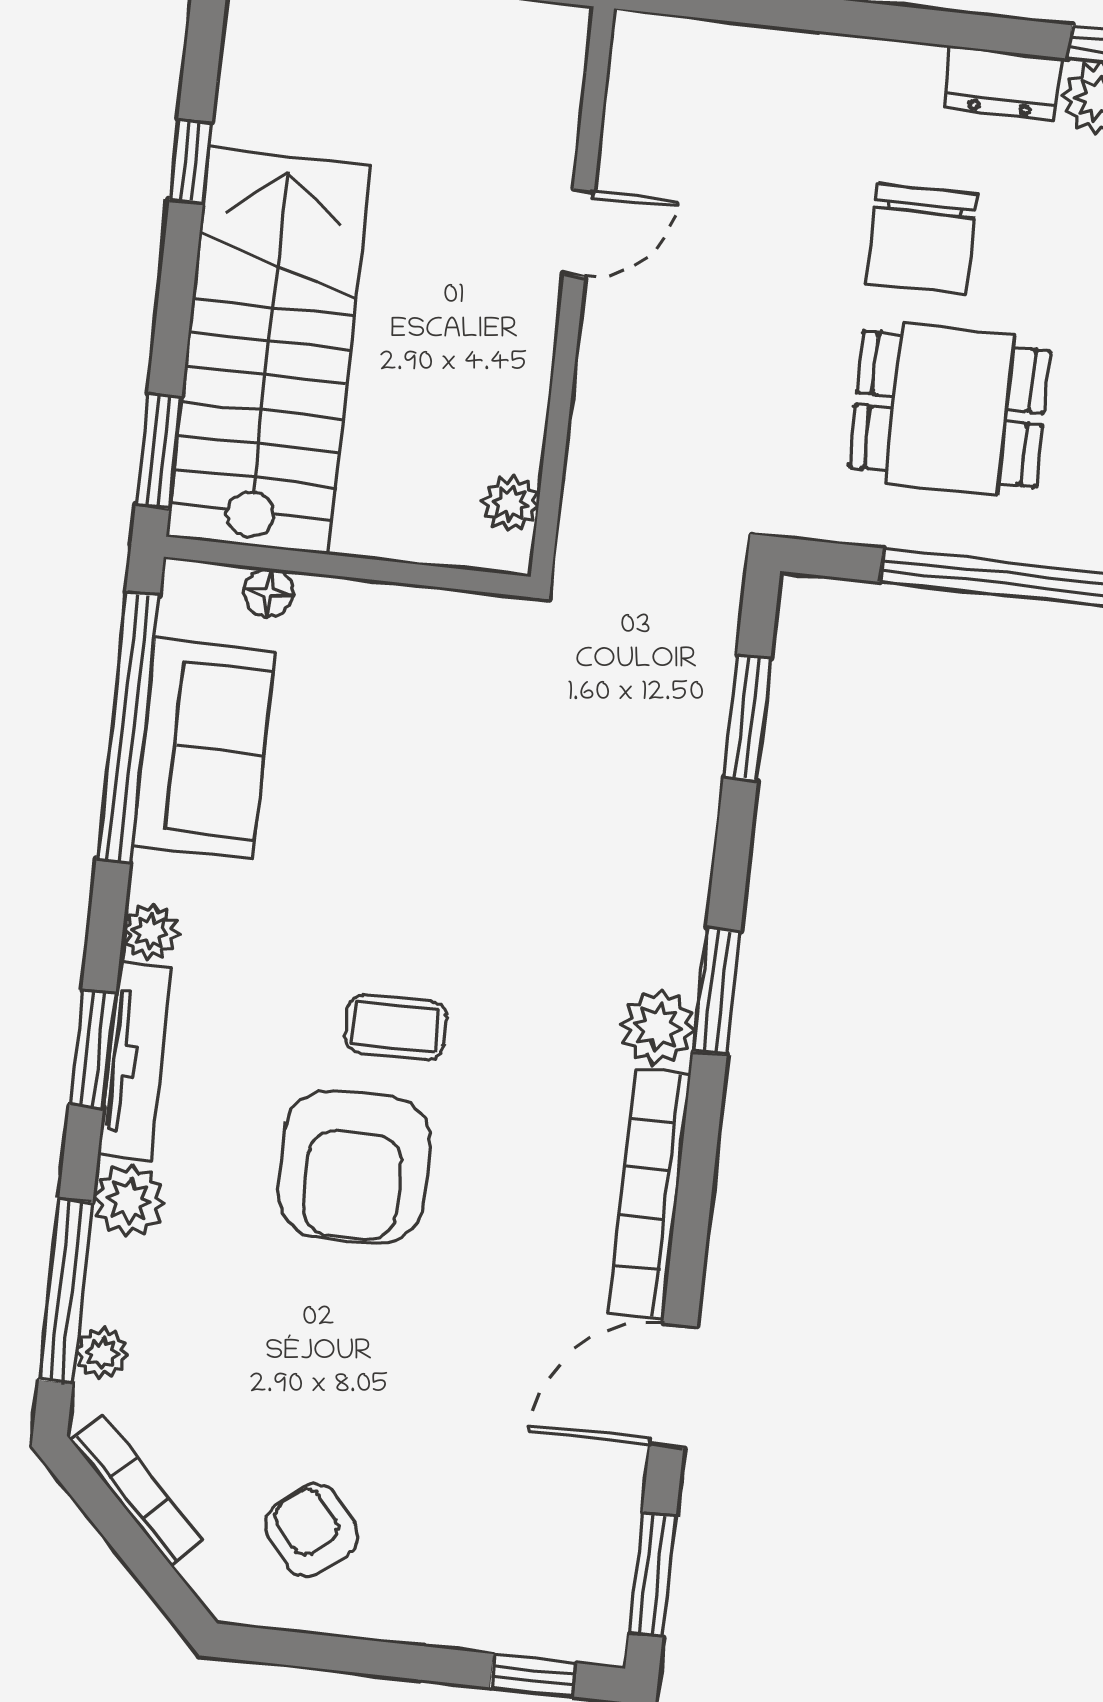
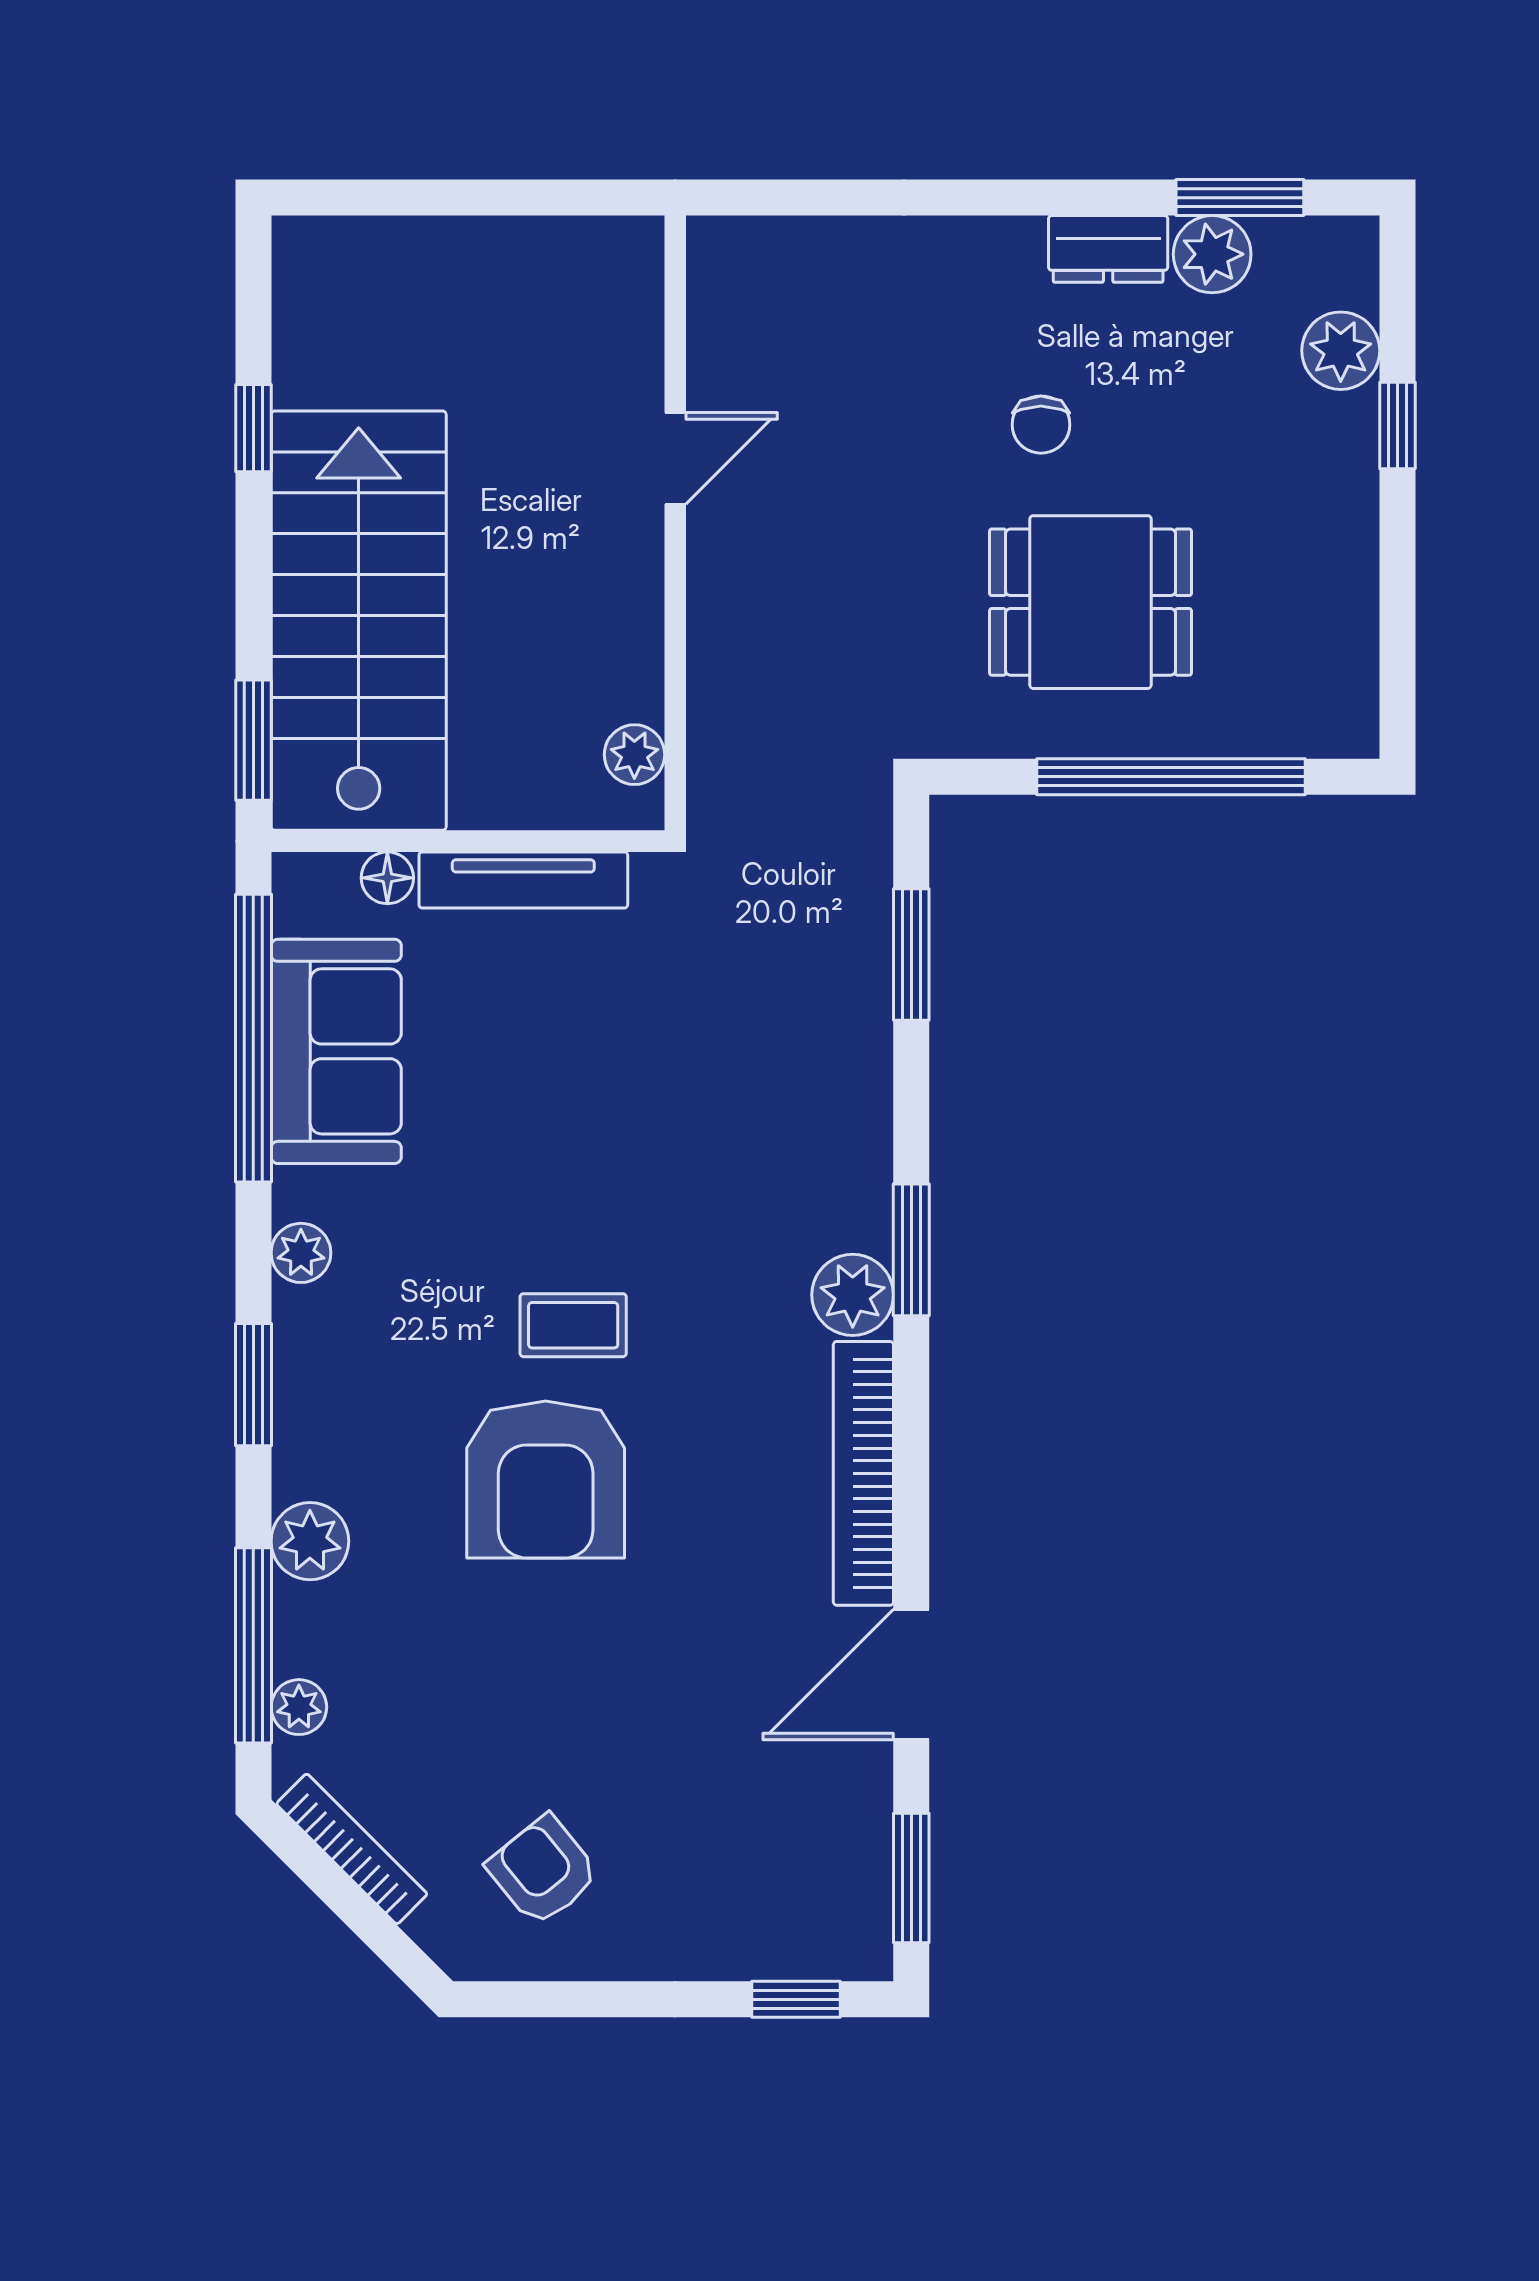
chair: (922, 239) -> (1041, 425), width x0.54, depth x0.54
tv unit: (135, 1061) -> (523, 880), moved, turned 90

